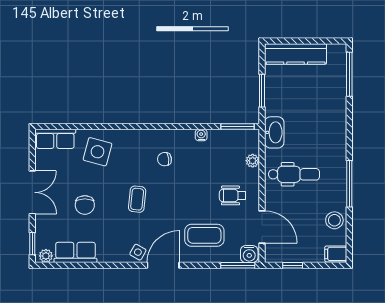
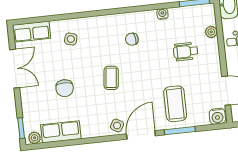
side table: (97, 152) -> (71, 39), width x0.54, depth x0.54
double door: (32, 192) -> (15, 69), moved
wheelchair: (233, 195) -> (186, 52), moved
coffee table: (204, 235) -> (175, 104), turned 90
window: (238, 265) -> (180, 131), moved

